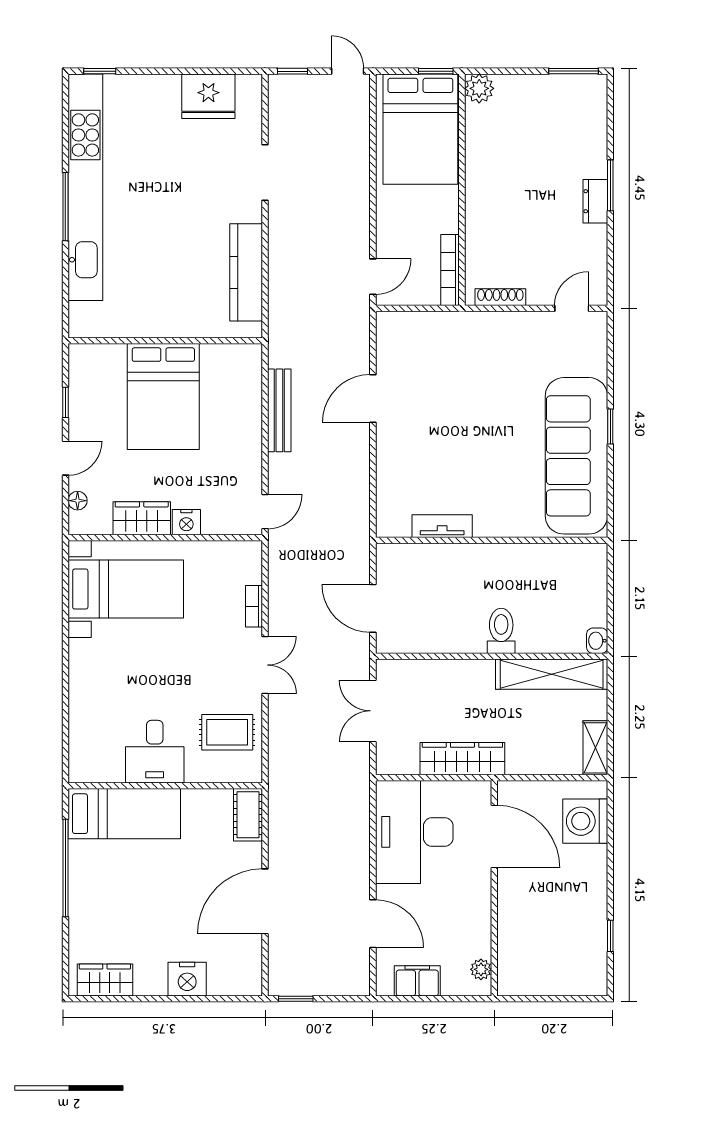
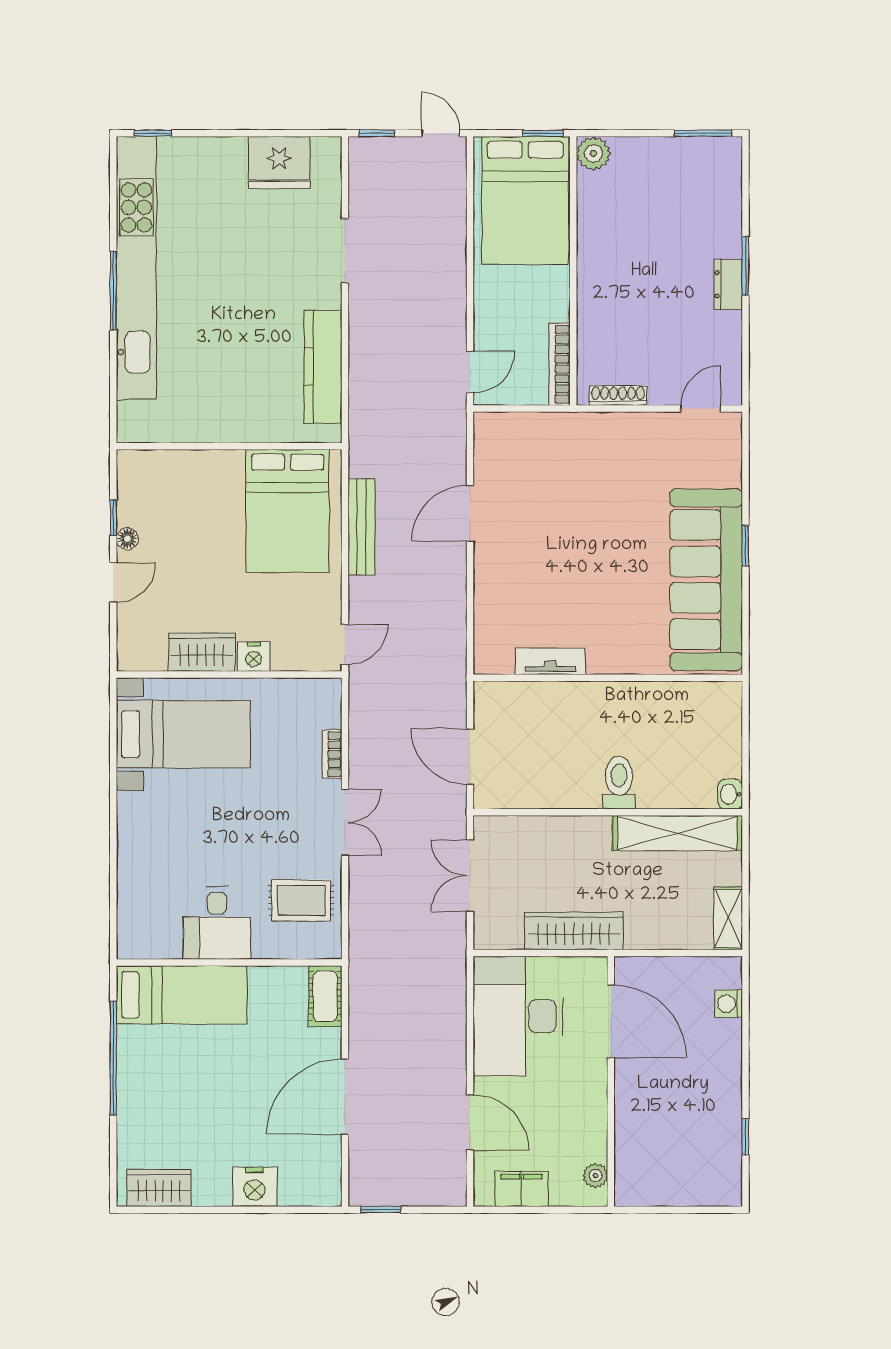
bed: (163, 397) -> (287, 511), moved
floor lamp: (78, 501) -> (127, 539), moved
washing machine: (585, 821) -> (729, 1004), width x0.53, depth x0.53

